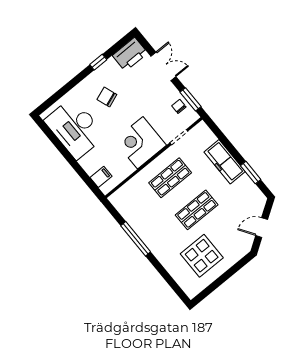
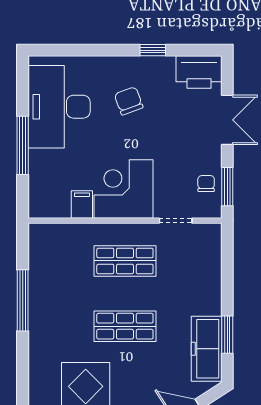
window: (73, 162) -> (23, 145), added
freezer: (225, 162) -> (207, 349), moved
filing cabinet: (101, 177) -> (82, 204), moved, turned -90

